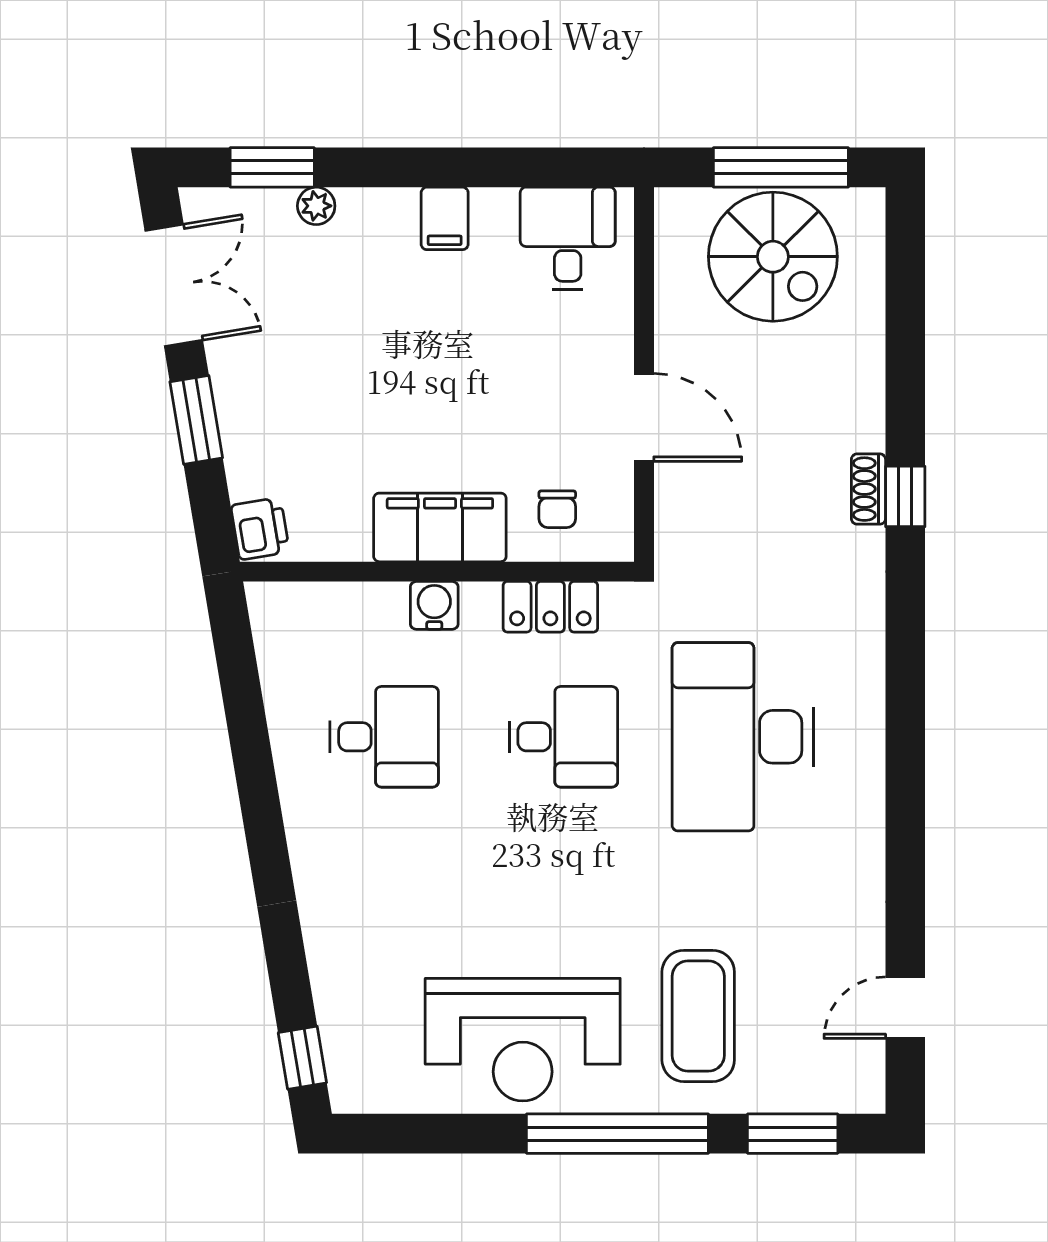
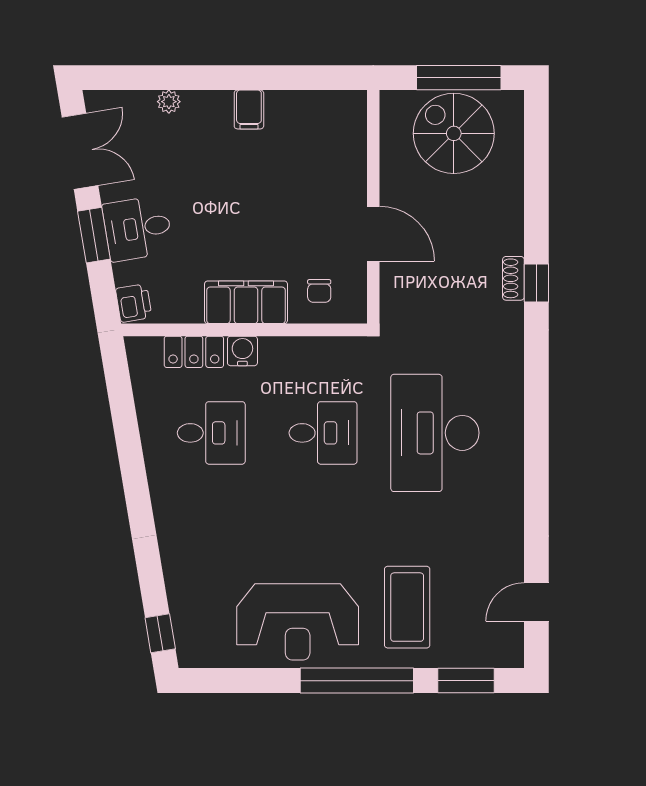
window: (272, 167) -> (141, 78), removed
desk: (568, 238) -> (138, 228), moved, turned -99
spiral stairs: (773, 257) -> (454, 133), turned 180
locker: (550, 607) -> (194, 352), moved

